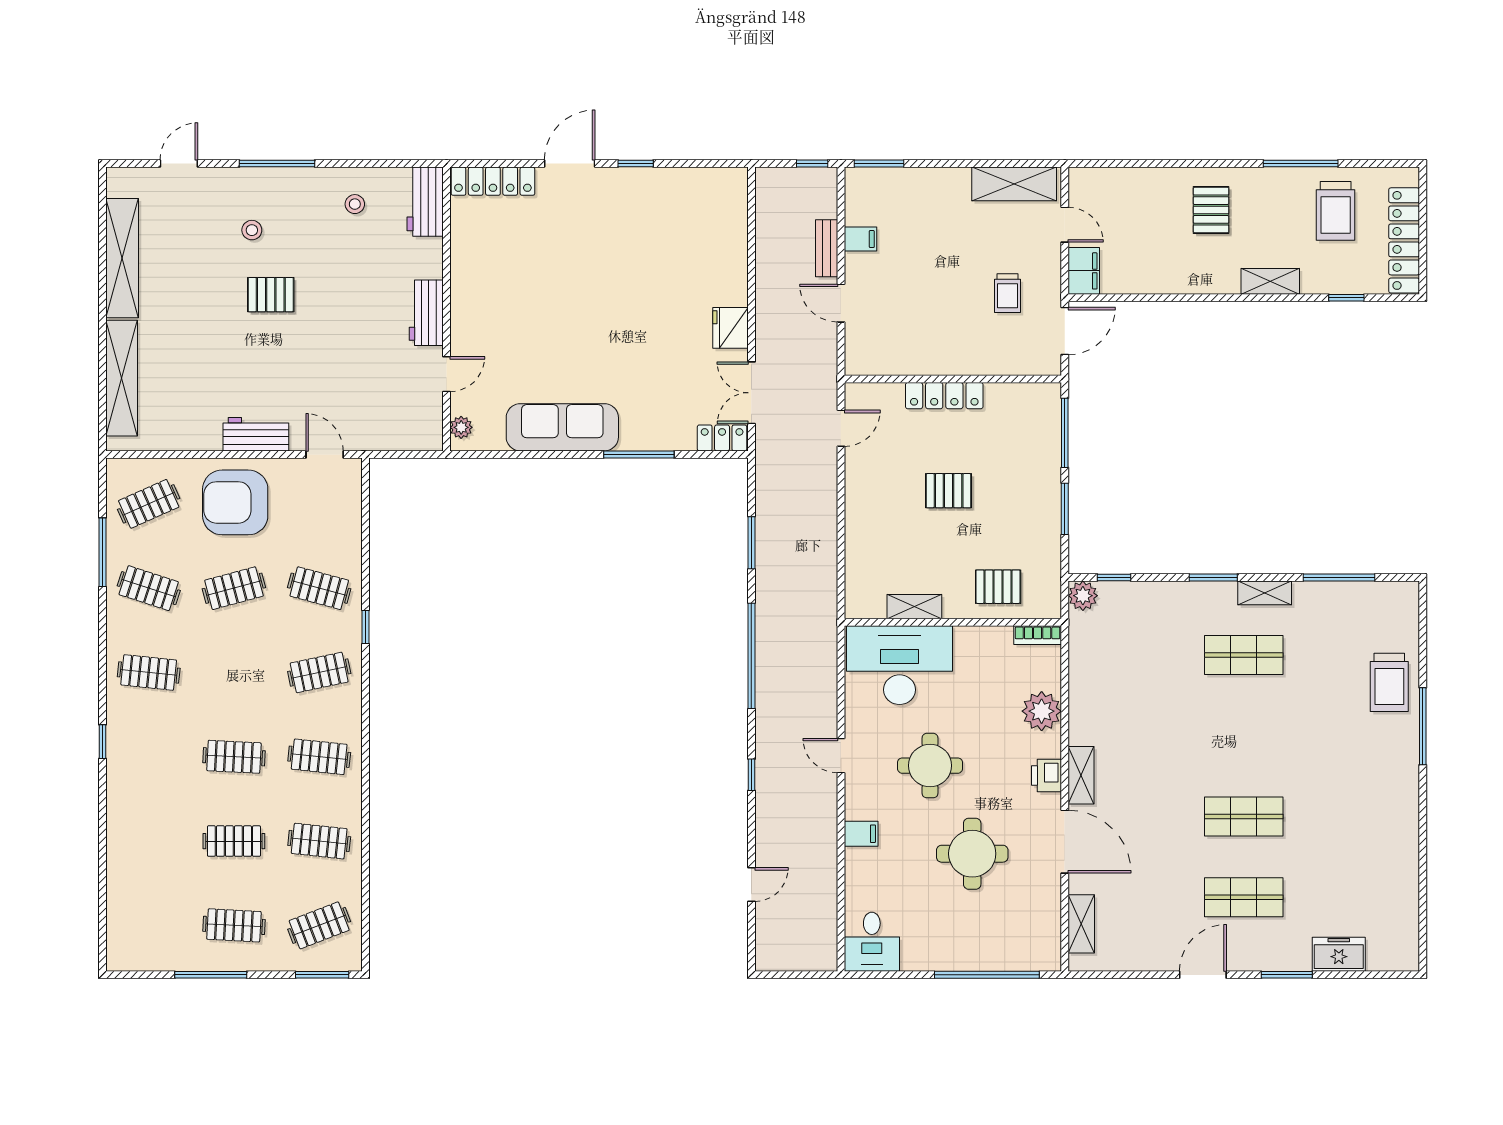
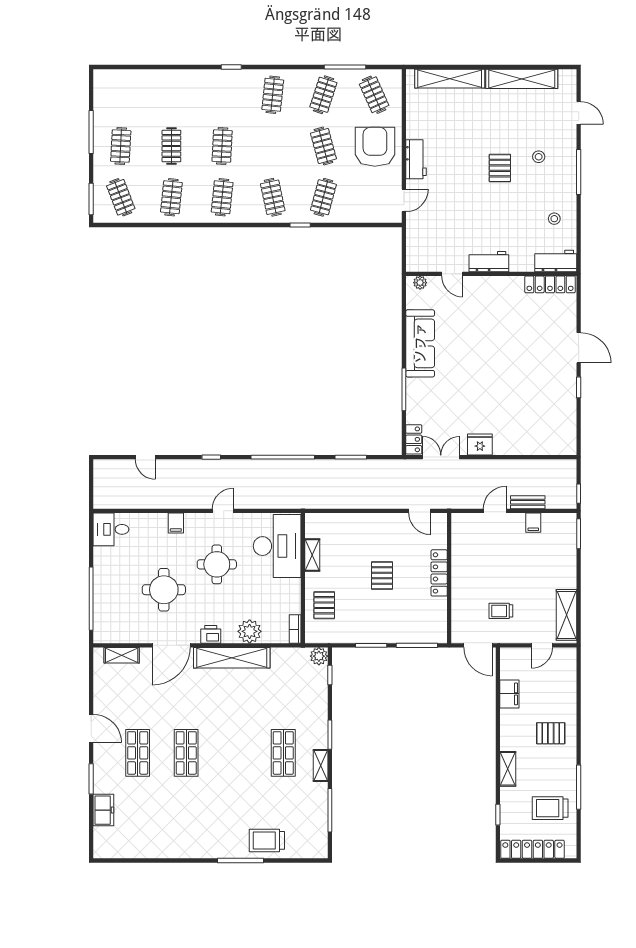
locker: (493, 181) -> (550, 284), moved, turned -90
filing cabinet: (1084, 271) -> (509, 694), moved, turned -90
shelving: (1081, 775) -> (232, 658), width x2.20, depth x1.33

